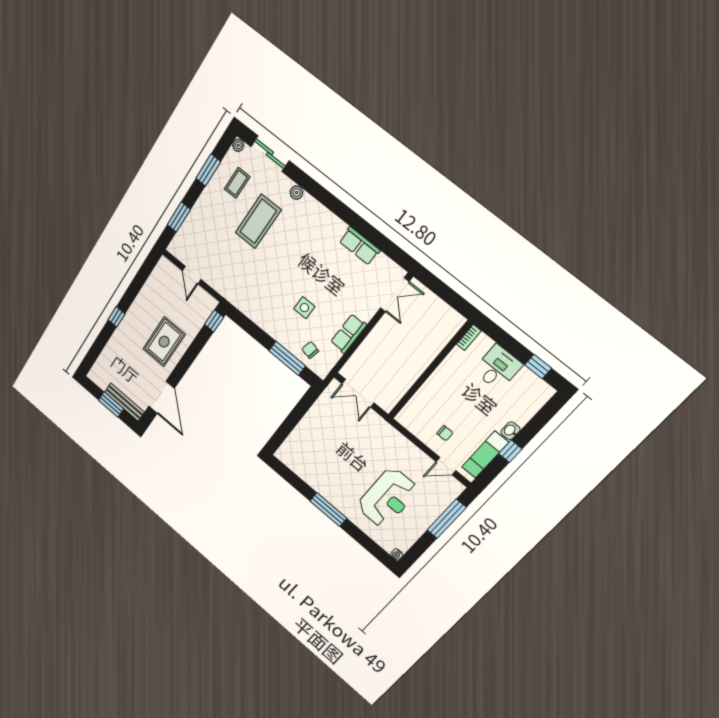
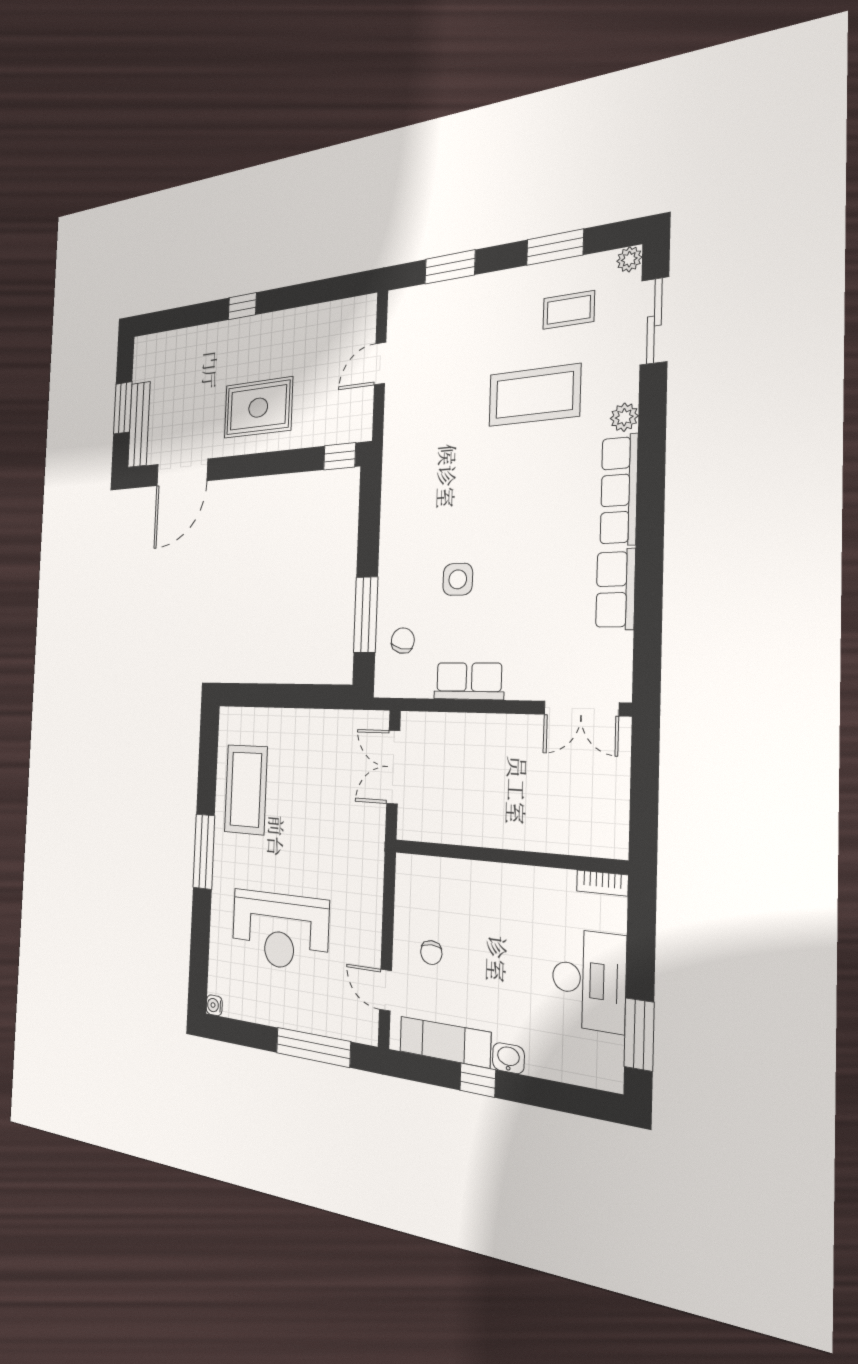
row of seats: (323, 216) -> (619, 490), added
window: (538, 367) -> (639, 1034), width x1.50
desk: (498, 368) -> (589, 980), width x1.37
coffee table: (317, 469) -> (246, 789), added

